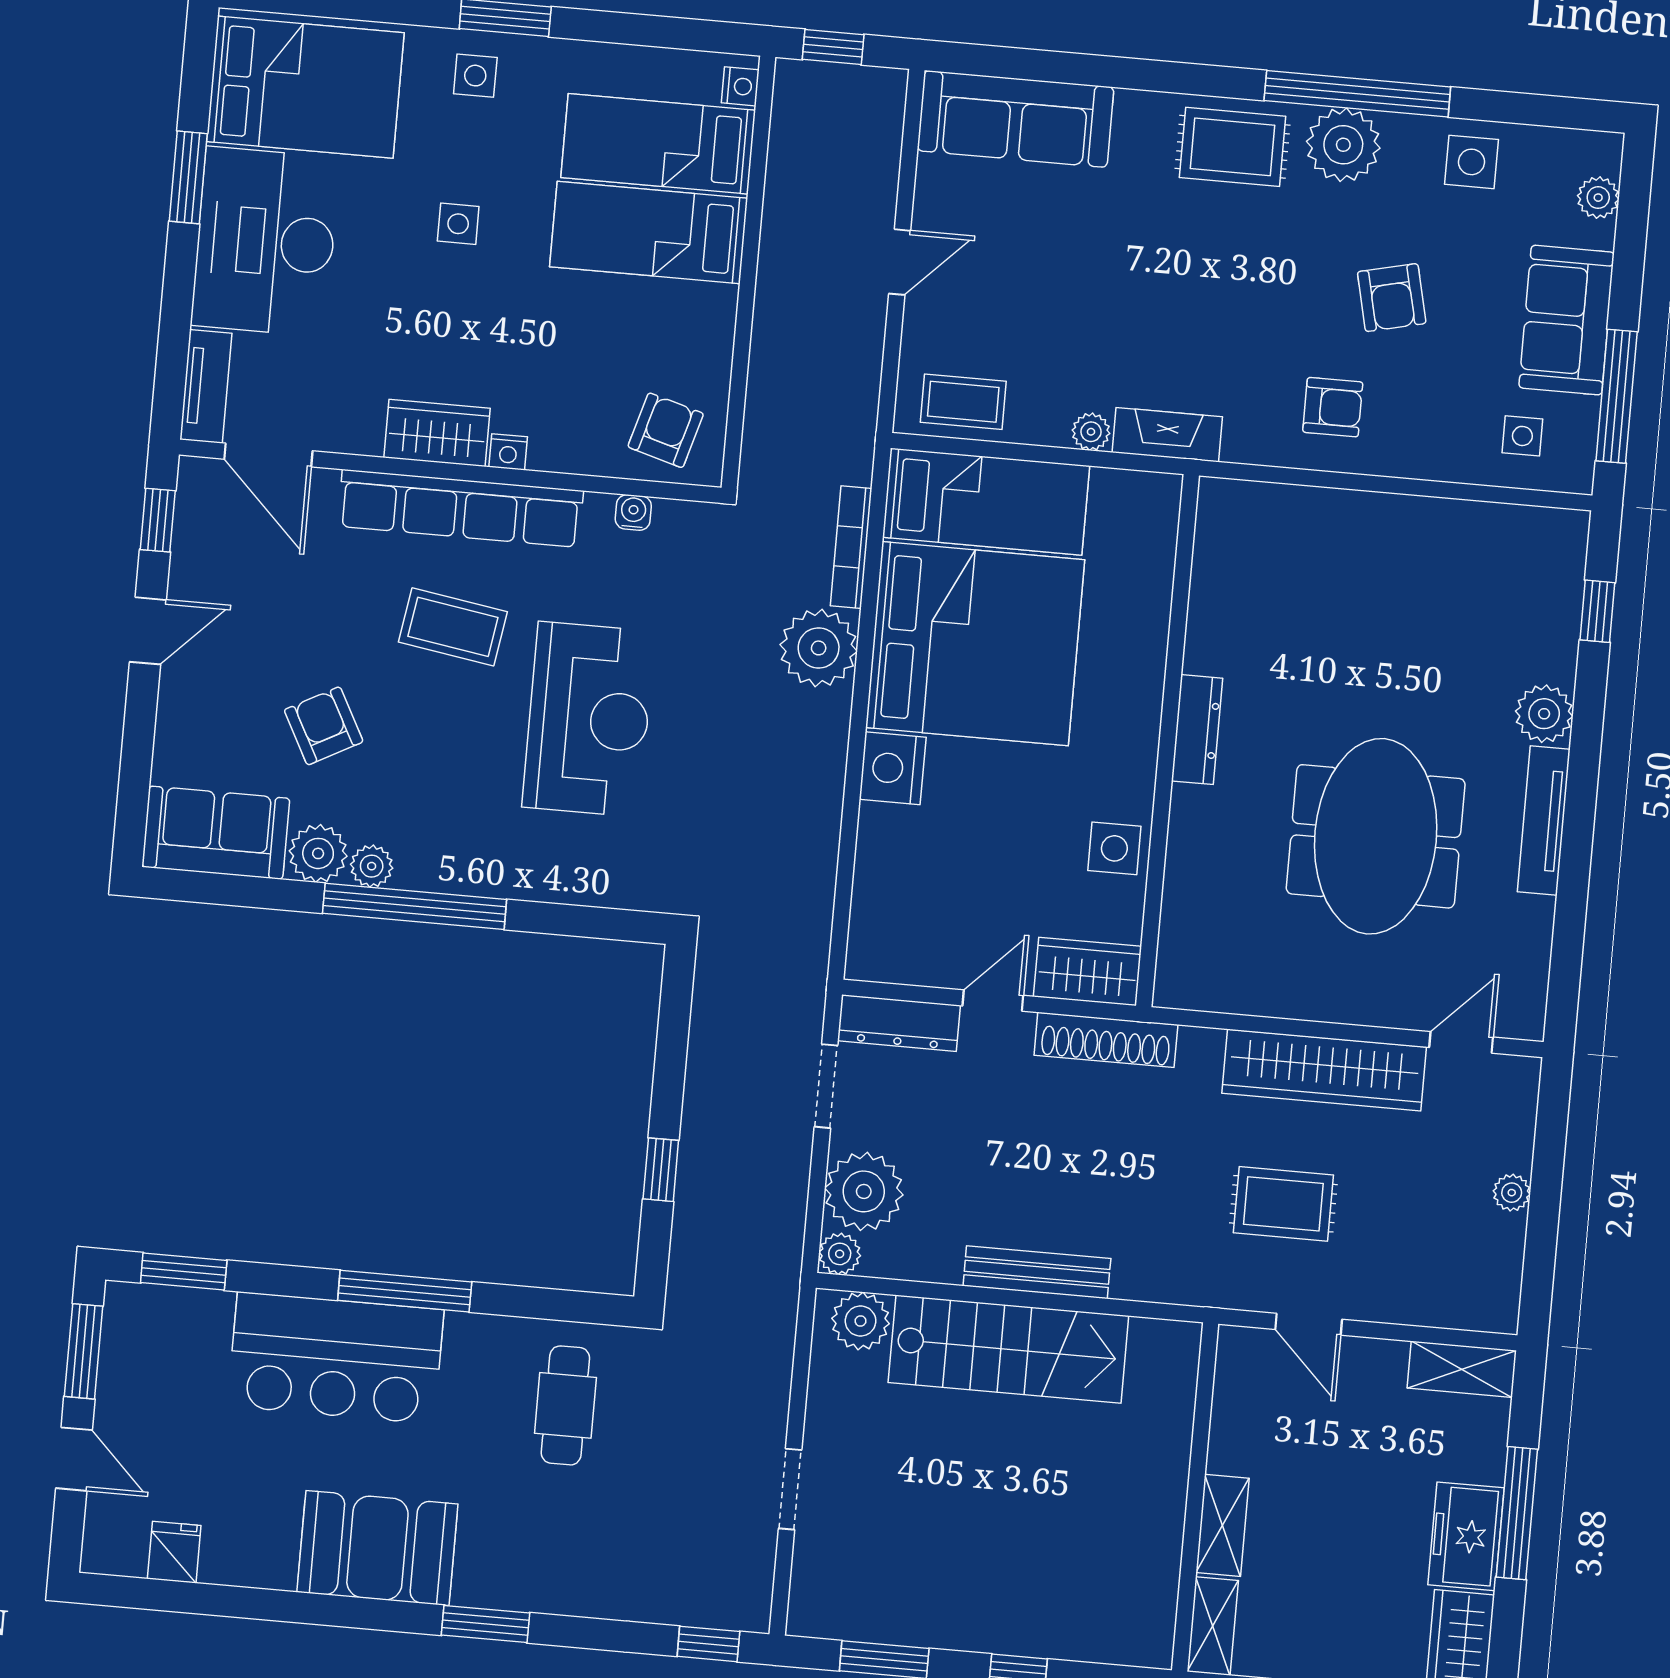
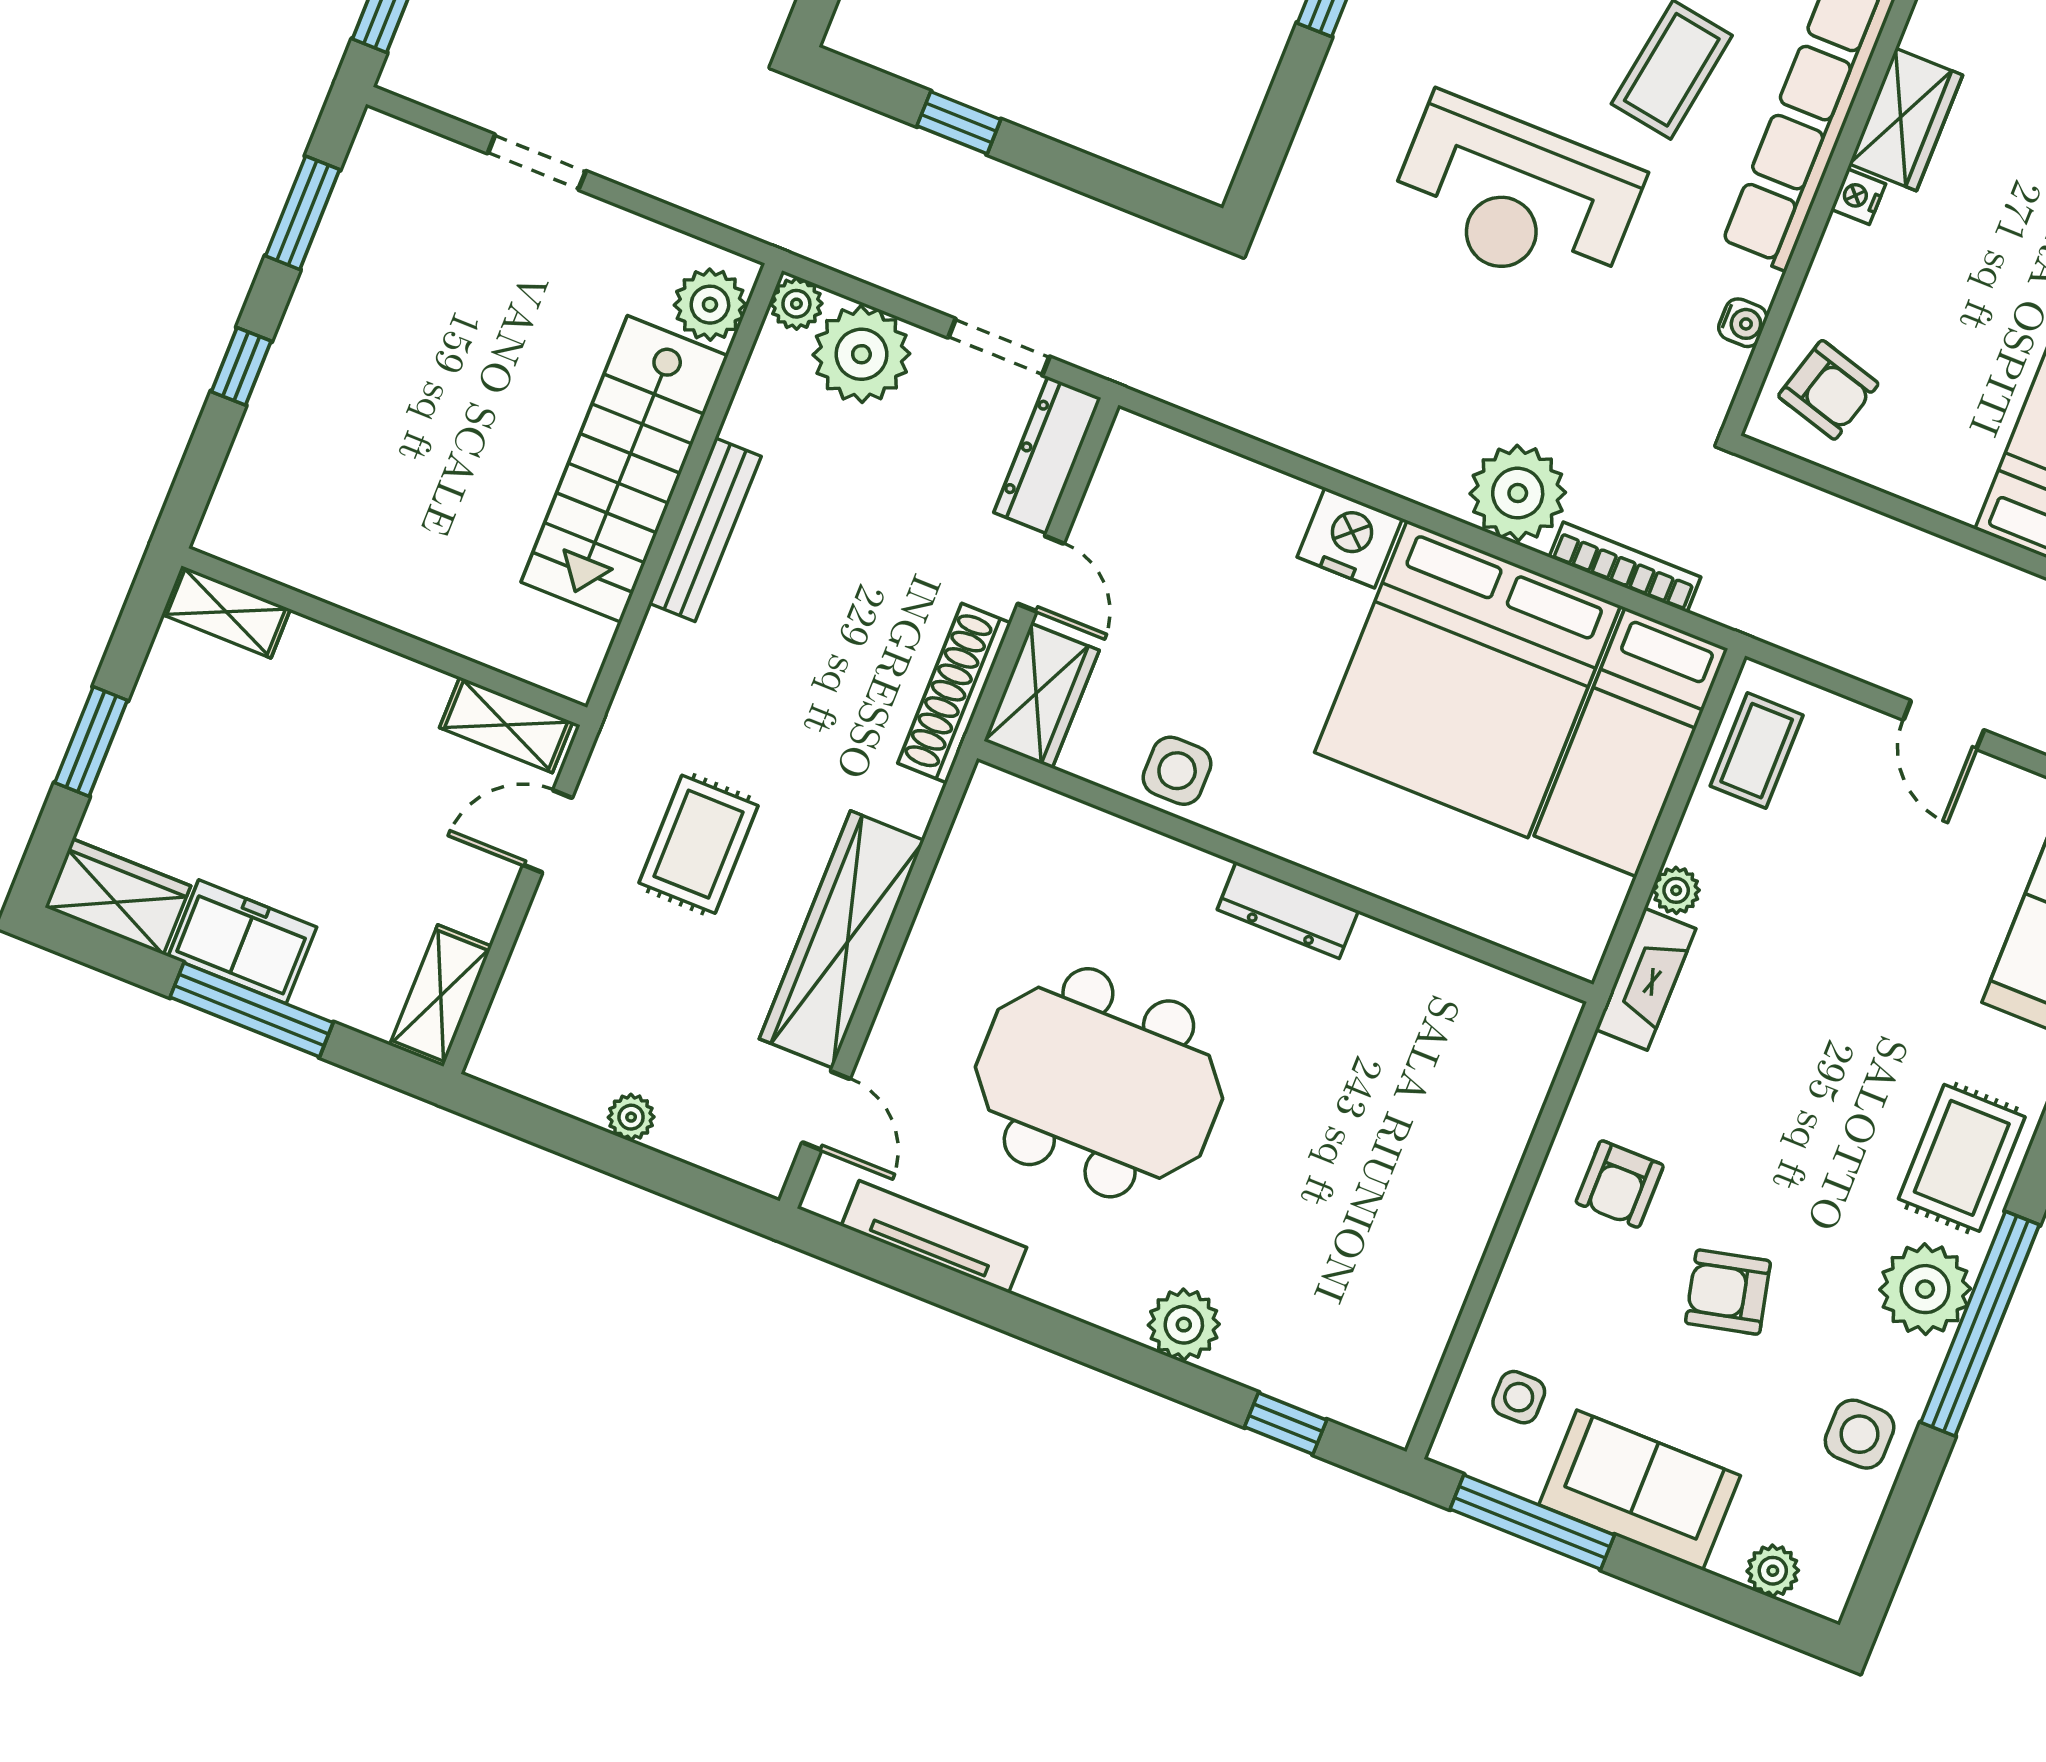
tv unit: (1544, 820) -> (934, 1237), moved
shelving: (1223, 1525) -> (506, 725), moved

